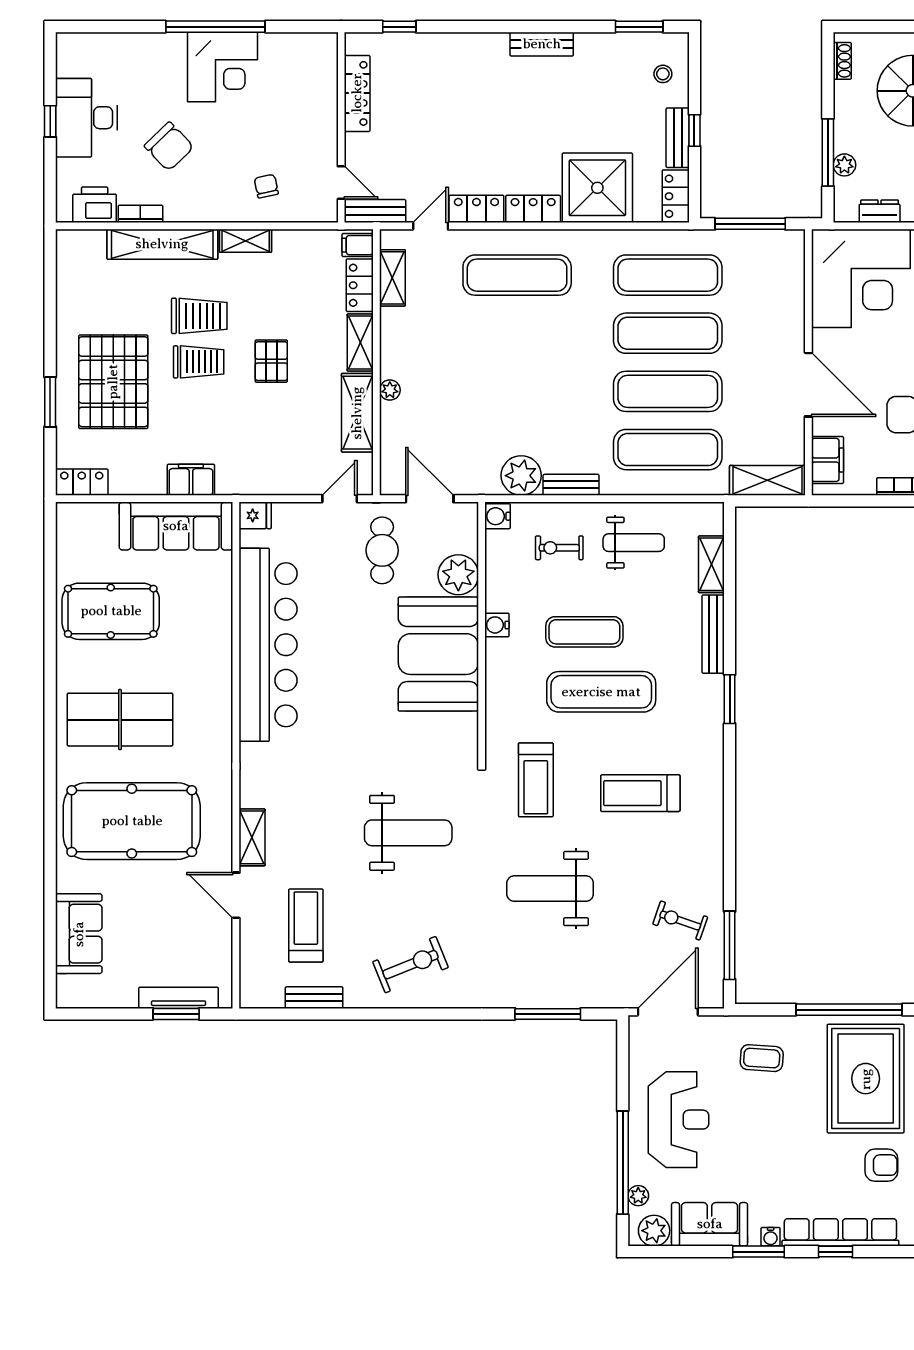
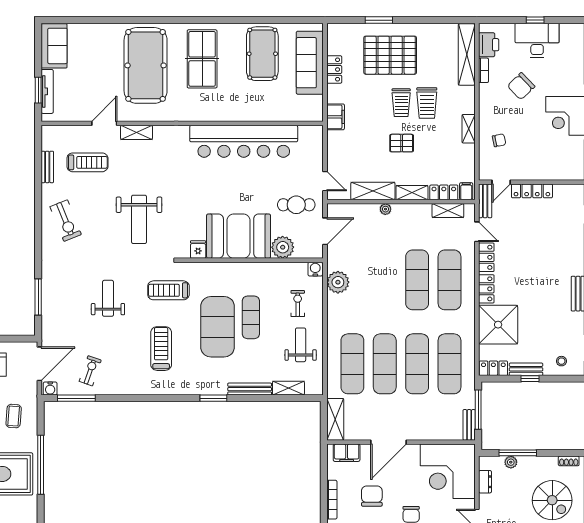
locker: (357, 93) -> (532, 191), moved
shelving: (162, 244) -> (467, 55), moved
exercise mat: (517, 333) -> (417, 280), added
filing cabinet: (191, 480) -> (336, 117), moved
locker: (82, 482) -> (334, 69), moved
bench: (571, 485) -> (469, 425), moved
fridge: (255, 515) -> (198, 250), moved, turned 180
sofa: (176, 526) -> (310, 63), moved
weight bench: (634, 543) -> (301, 345), turned 180
water cooler: (497, 625) -> (50, 389), moved, turned 180
exercise mat: (601, 692) -> (218, 327), width x1.47
weight bench: (550, 889) -> (108, 298), width x0.73, depth x0.75
sofa: (79, 934) -> (54, 46), moved, turned -90
door: (668, 1012) -> (39, 364), hinge flipped

